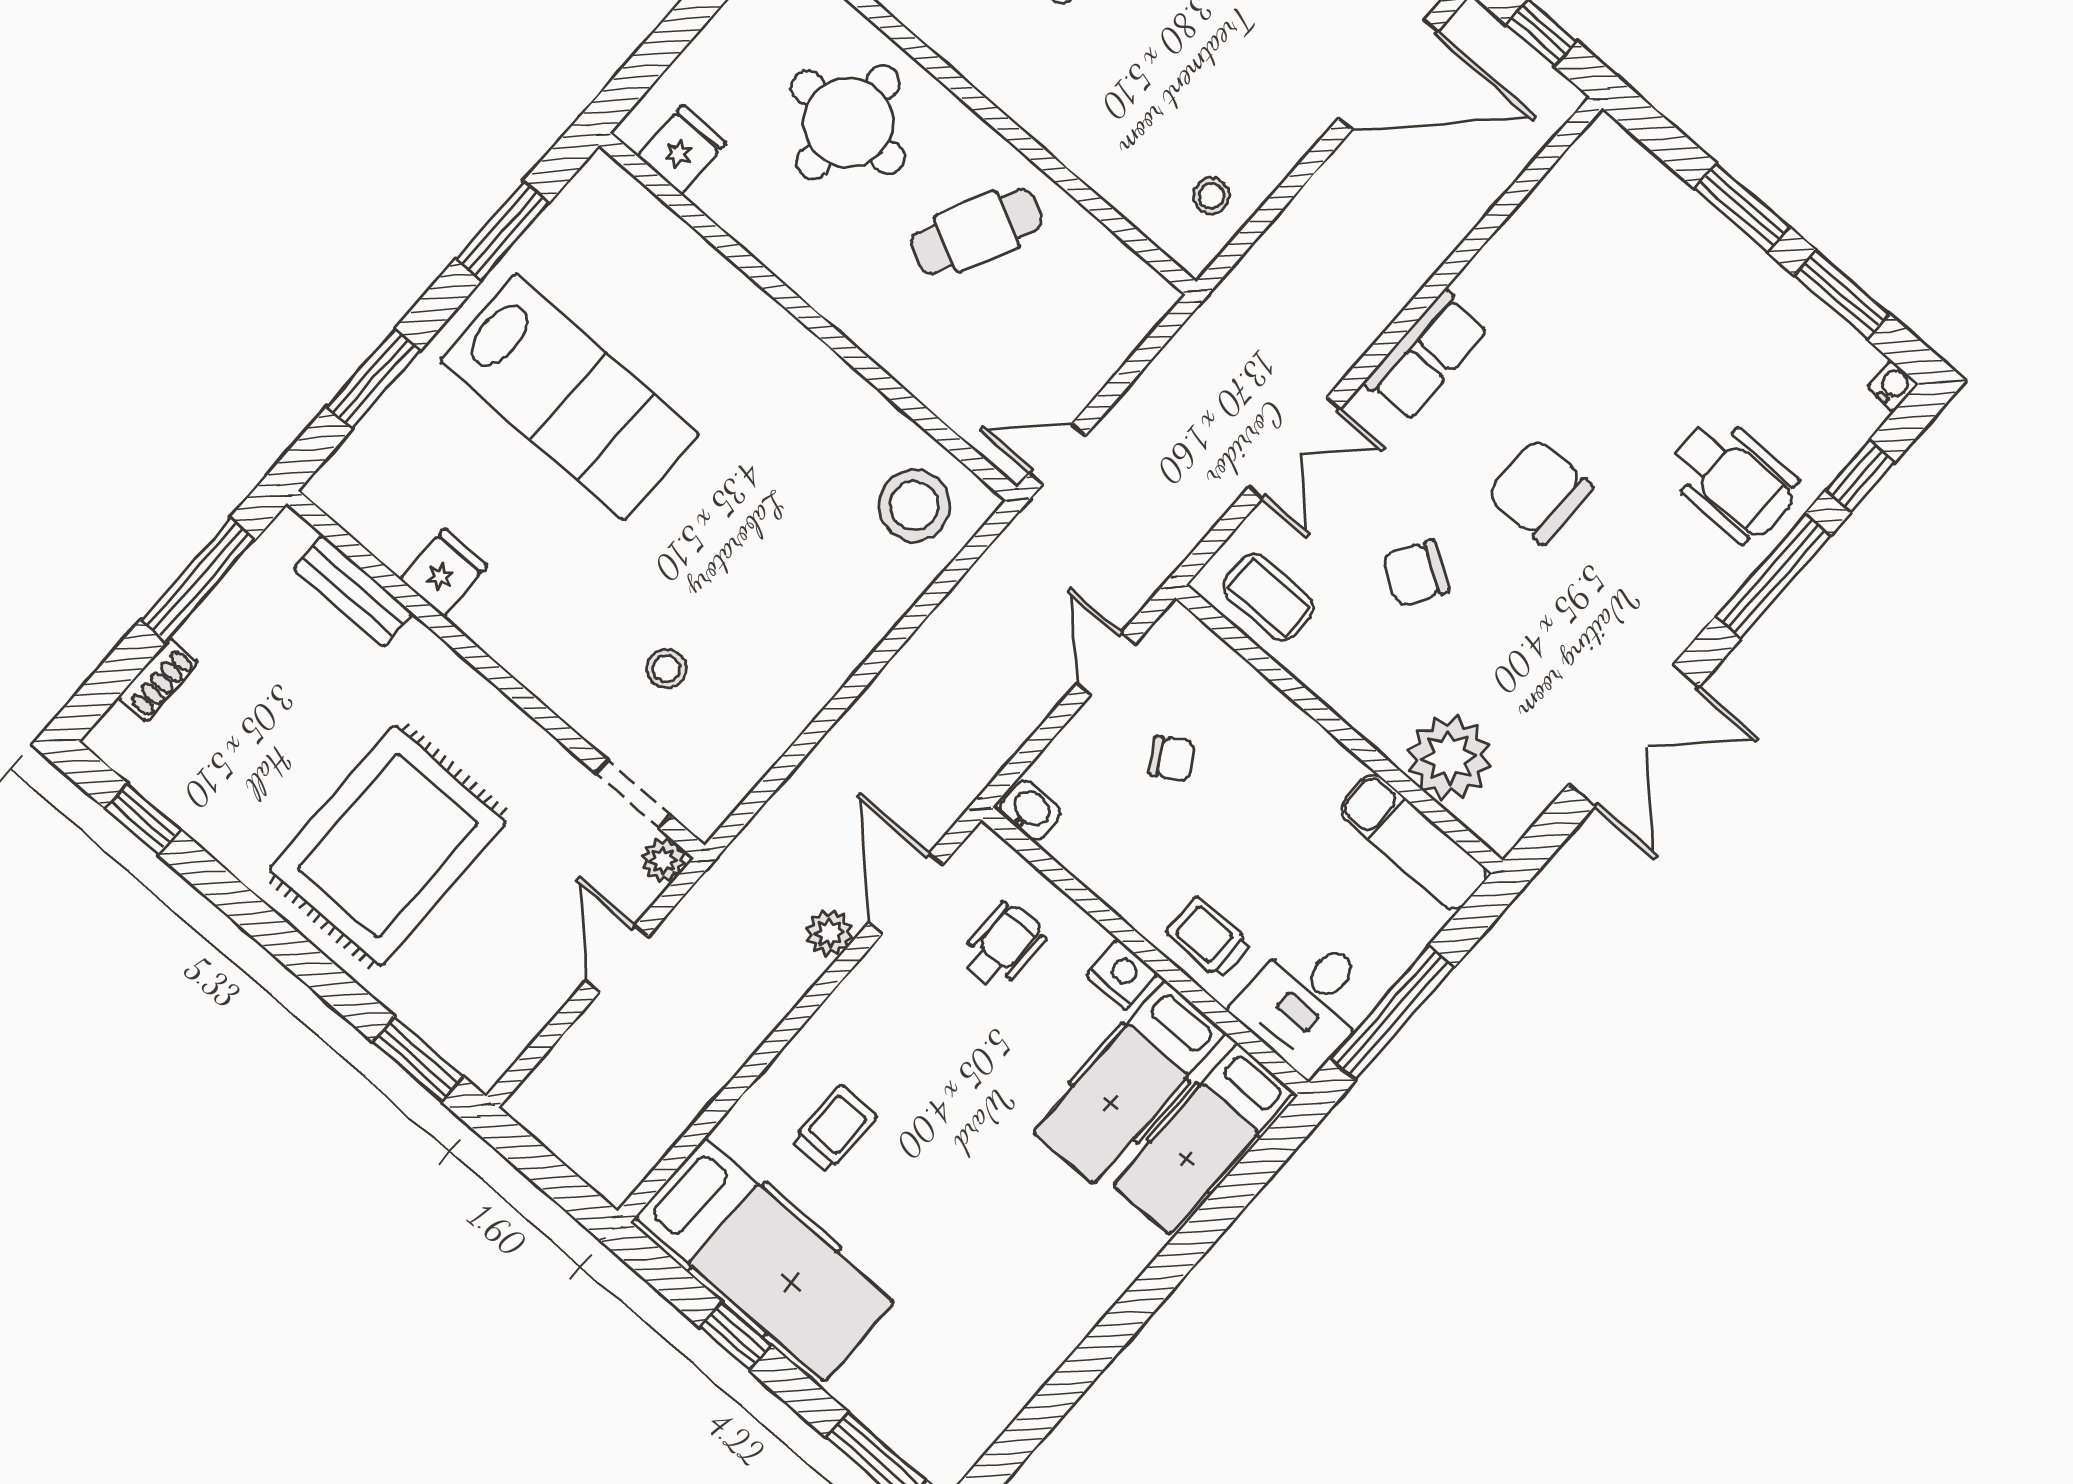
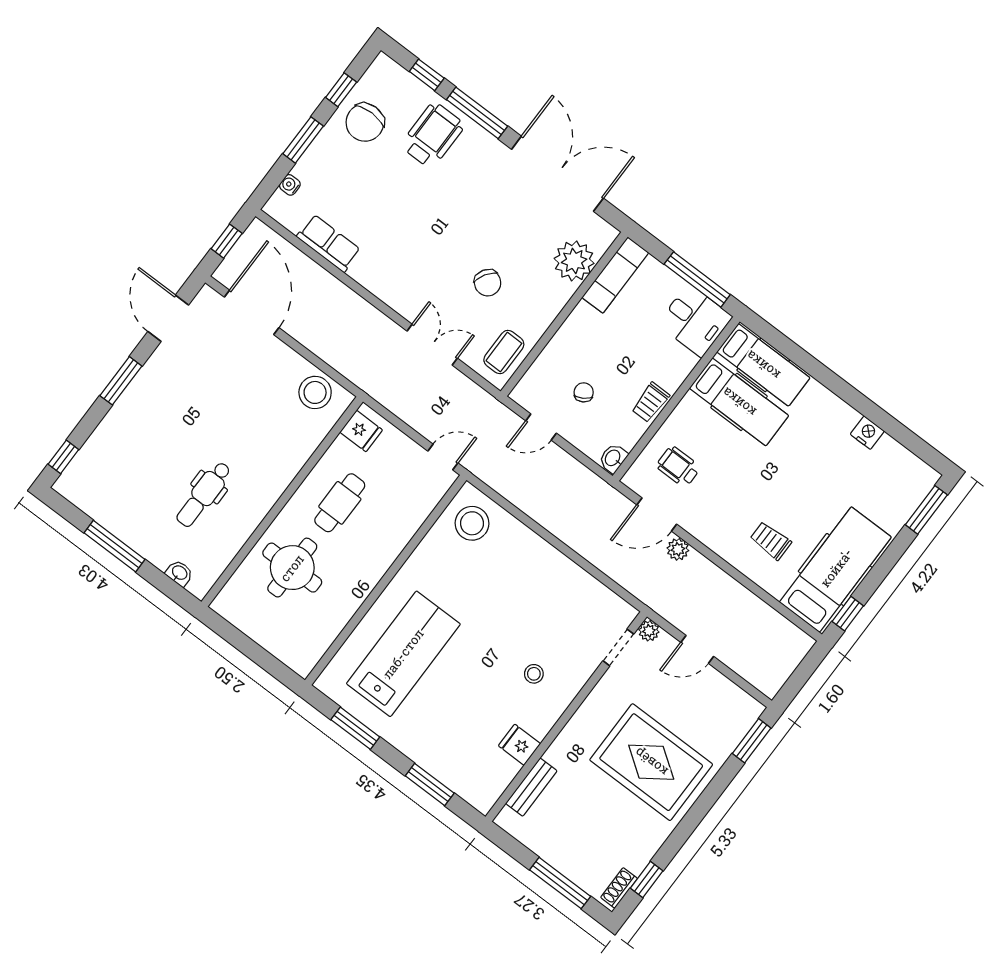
fridge: (682, 149) -> (361, 431), moved, turned 180
stool: (1211, 196) -> (315, 392), width x1.89, depth x1.89
cafe table: (977, 232) -> (340, 503), turned 64
window: (1842, 295) -> (341, 90), width x0.67
row of seats: (1426, 356) -> (329, 243), moved
water cooler: (1893, 386) -> (290, 185), moved
lab bench: (570, 397) -> (403, 654), moved
door: (1057, 454) -> (443, 457), swing flipped
chair: (1540, 491) -> (365, 122), moved
window: (198, 580) -> (560, 883), moved
stool: (666, 669) -> (534, 674), moved
shoe rack: (158, 680) -> (619, 888), moved, turned -90
double door: (1634, 736) -> (557, 174), width x1.36
trolley: (1208, 937) -> (651, 402), moved
nightstand: (1122, 974) -> (867, 433), moved, turned 90
window: (736, 1336) -> (848, 614), moved

